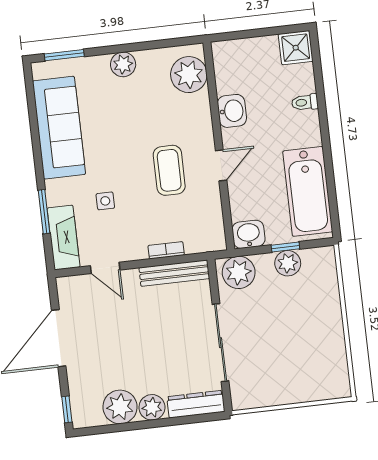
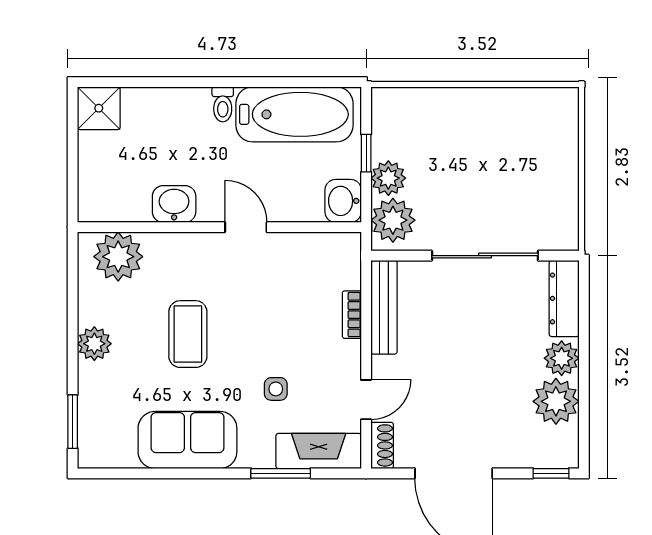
toilet: (305, 102) -> (223, 104), moved
sofa: (59, 128) -> (187, 440), width x0.73
coffee table: (169, 170) -> (188, 334), moved, turned 90
plant: (288, 263) -> (388, 178), moved
shoe rack: (73, 283) -> (382, 445), added

